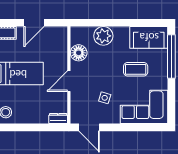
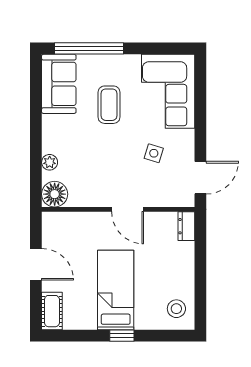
plant: (103, 36) -> (50, 162), width x0.53, depth x0.53
floor lamp: (79, 53) -> (55, 194), moved

